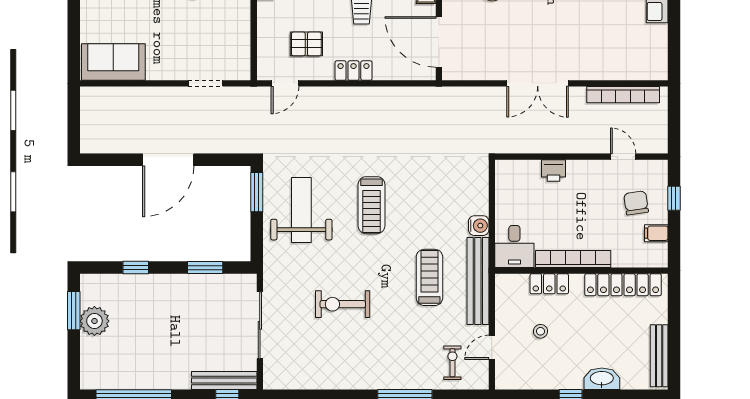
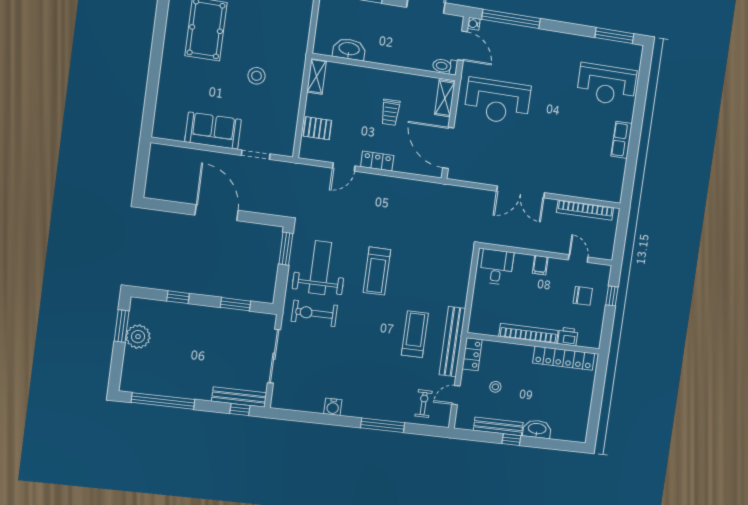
pallet: (306, 44) -> (317, 128), moved
sofa: (113, 62) -> (213, 131), moved
door: (285, 83) -> (344, 167), moved
door: (168, 160) -> (217, 213), swing flipped
printer: (553, 171) -> (568, 337), moved, turned 180
chair: (636, 203) -> (583, 296), turned 98
water cooler: (479, 226) -> (333, 407), moved, turned 90
filing cabinet: (656, 233) -> (540, 265), moved, turned -90
desk: (514, 246) -> (497, 267), moved, turned 180
locker: (549, 284) -> (472, 354), moved, turned -90
exercise bike: (343, 304) -> (314, 313), moved
bench: (659, 356) -> (498, 426), moved, turned 90

